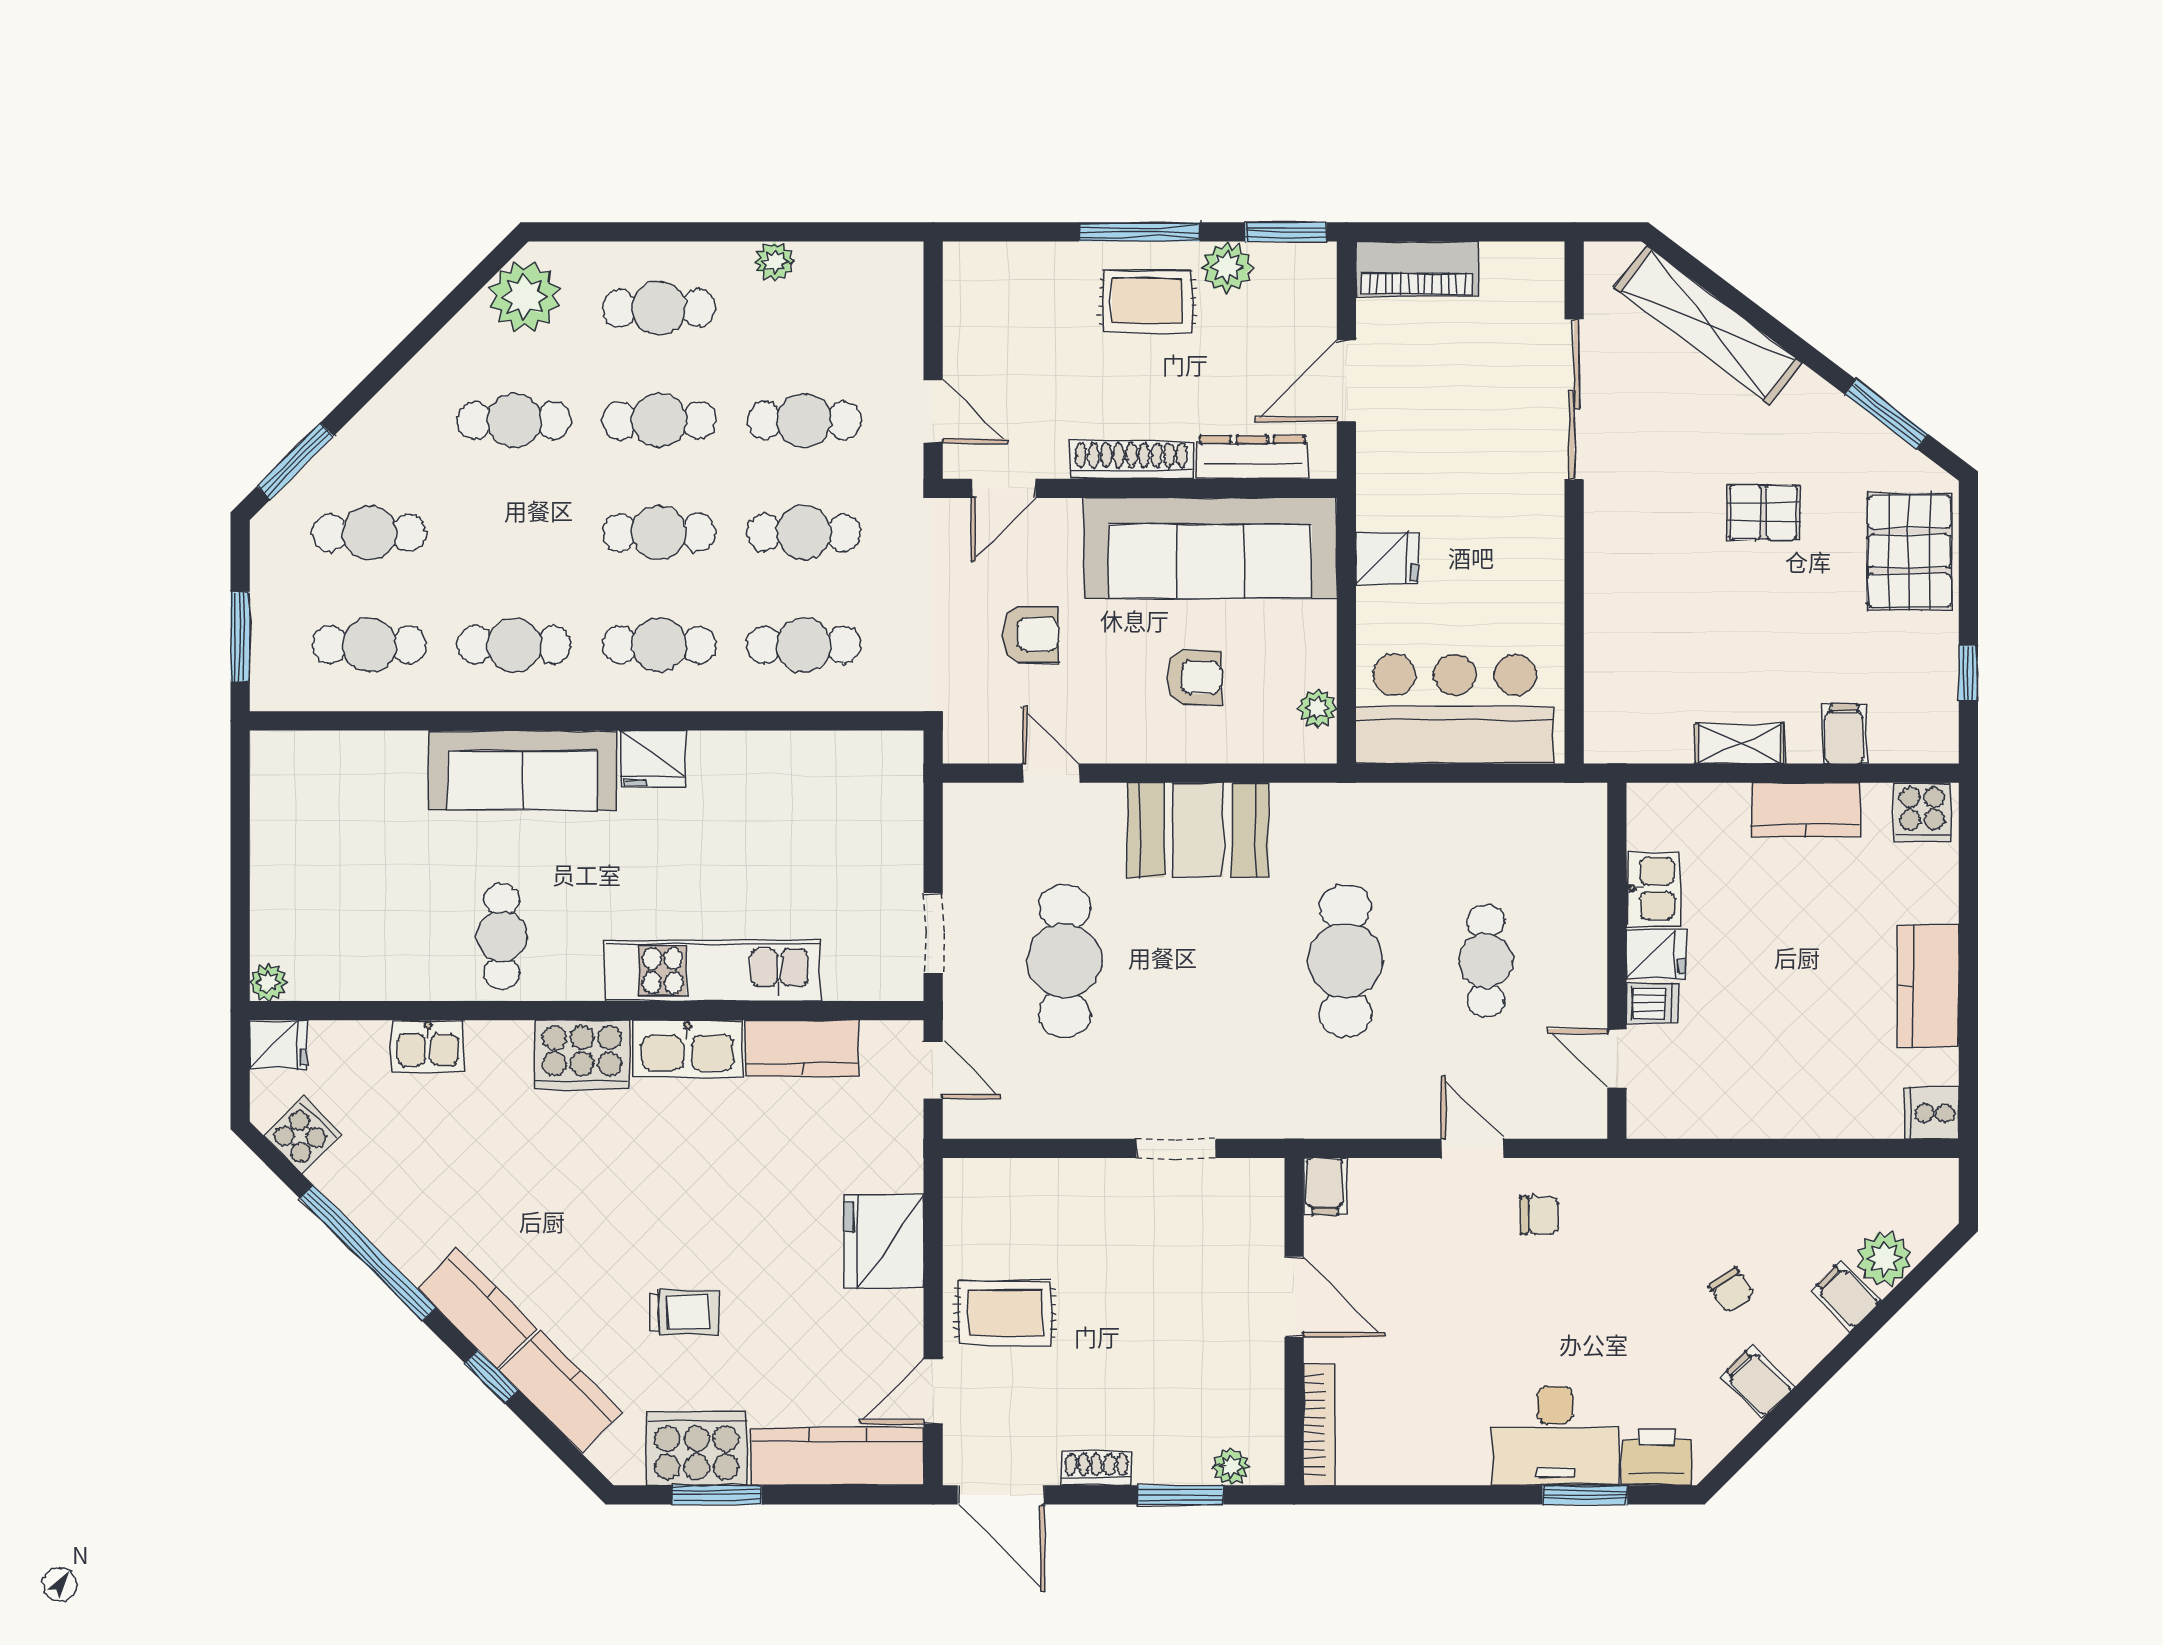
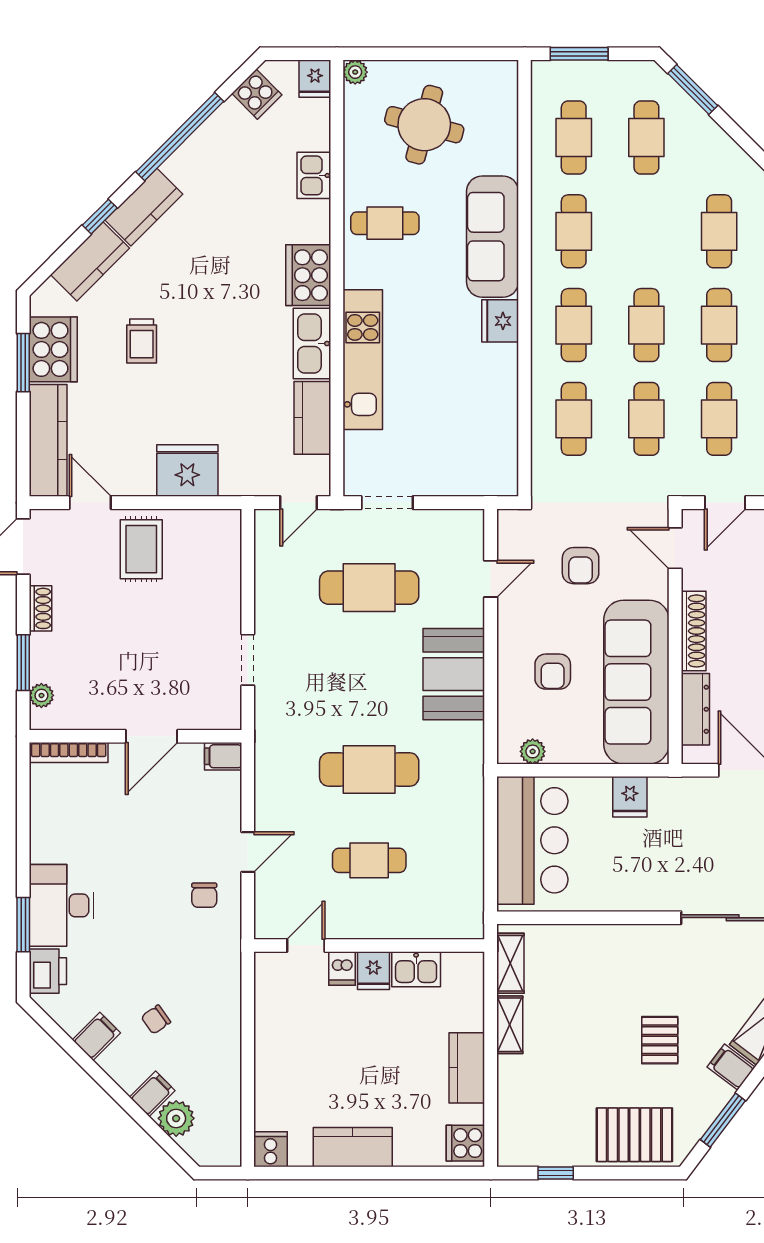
filing cabinet: (1844, 734) -> (731, 1067), moved, turned -143
shelving: (1645, 743) -> (510, 963), added
round table: (350, 876) -> (424, 125), added

